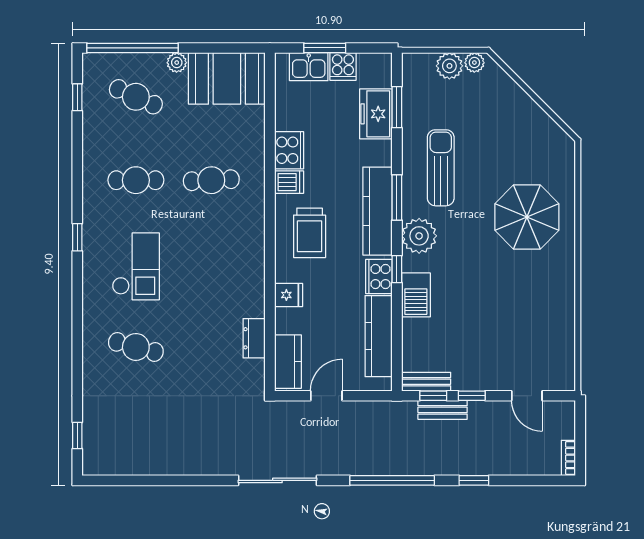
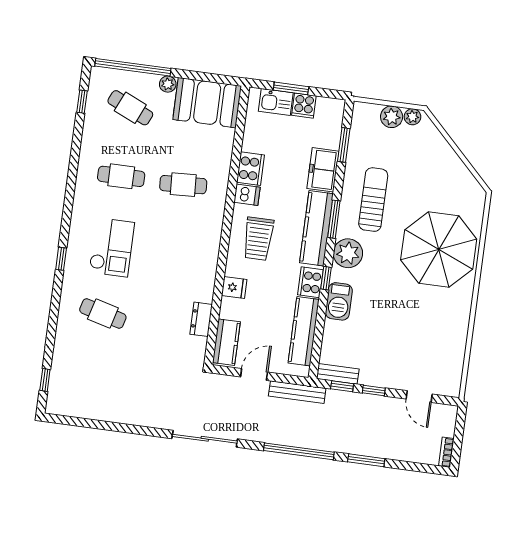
freezer: (376, 114) -> (323, 170), moved
parasol: (527, 217) -> (439, 250), width x1.36, depth x1.36
window: (77, 237) -> (61, 259), moved
bench: (443, 410) -> (297, 392), moved, width x1.36
window: (474, 480) -> (366, 460), width x1.50

